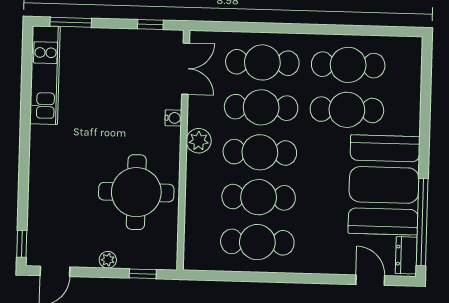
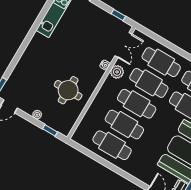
plant: (199, 141) -> (117, 72), moved
round table: (136, 192) -> (68, 90), width x0.73, depth x0.73

